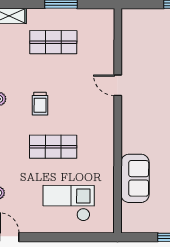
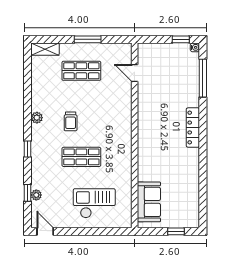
door: (118, 85) -> (135, 73), moved
sofa: (135, 178) -> (149, 202), moved

